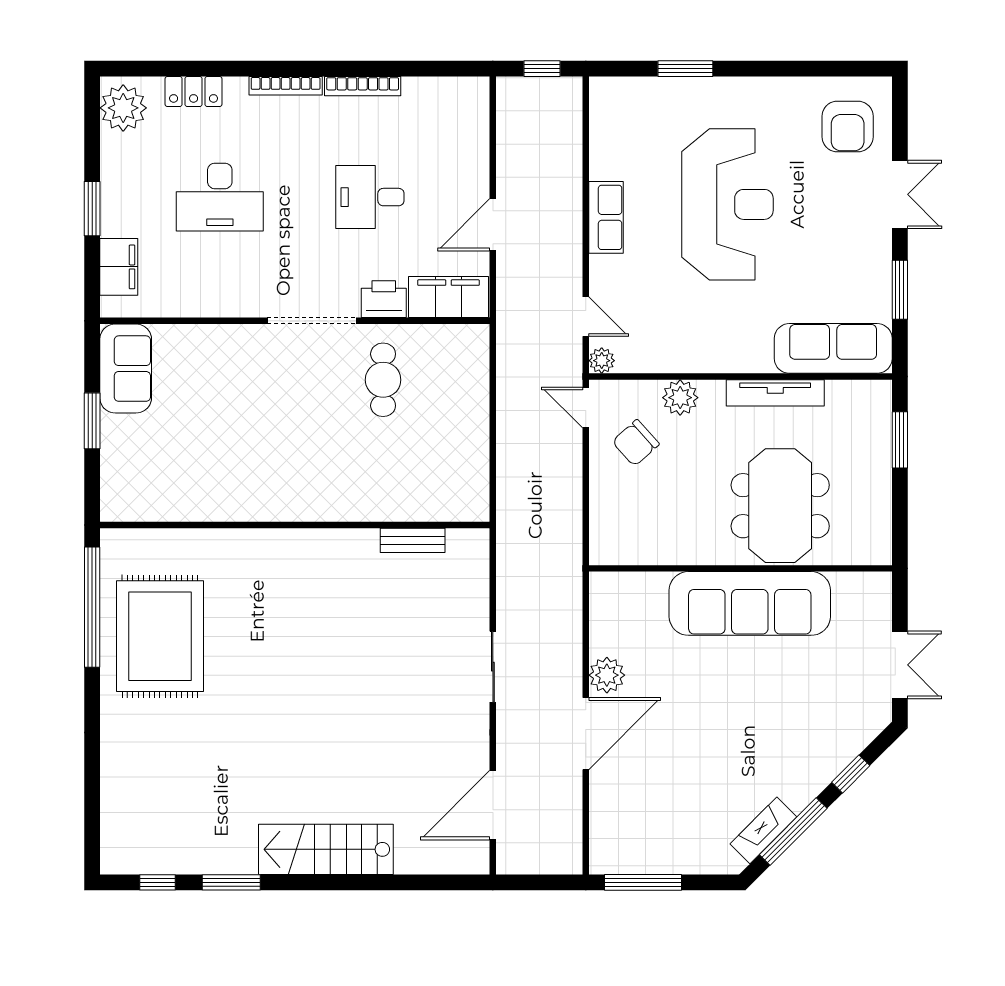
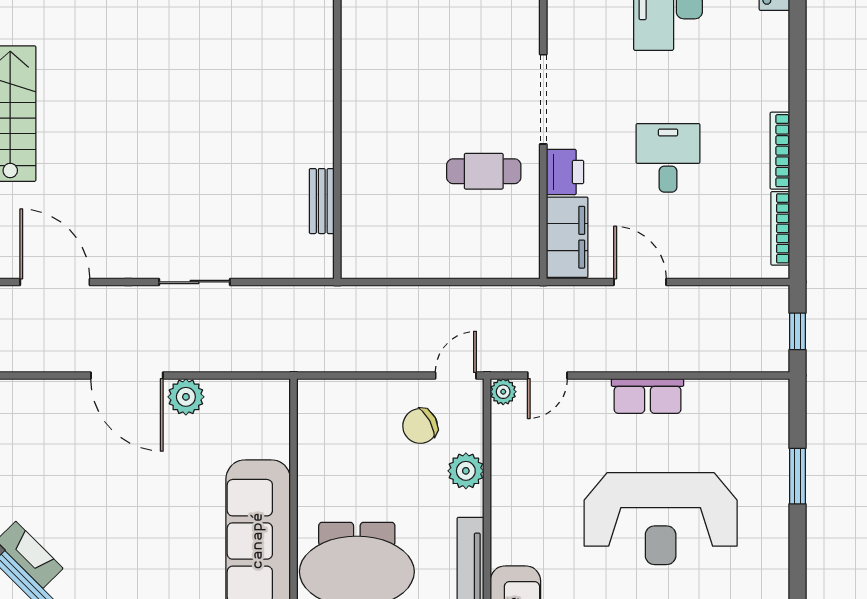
bookcase: (286, 86) -> (780, 228), moved
chair: (636, 443) -> (420, 426), turned -76

